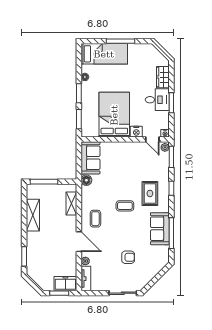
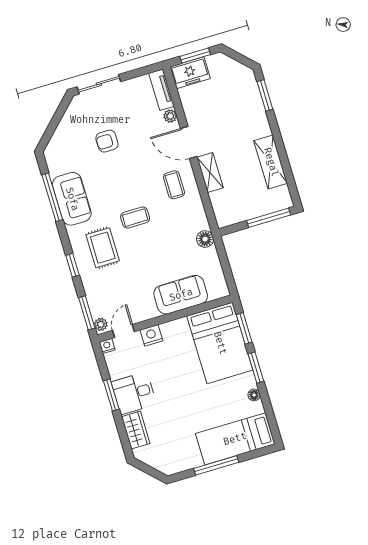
bed: (114, 115) -> (220, 343), moved
door: (152, 139) -> (123, 331), hinge flipped
sofa: (90, 158) -> (181, 295), moved, turned 90
shelving: (71, 204) -> (210, 173), moved

